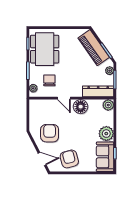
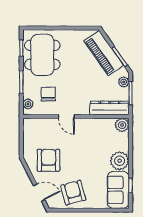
floor lamp: (81, 107) -> (87, 127), removed

